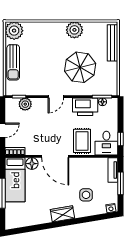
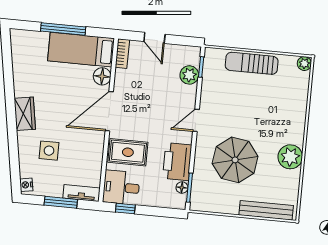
plant: (14, 31) -> (304, 64), width x0.53, depth x0.53
door: (56, 97) -> (196, 120), hinge flipped

